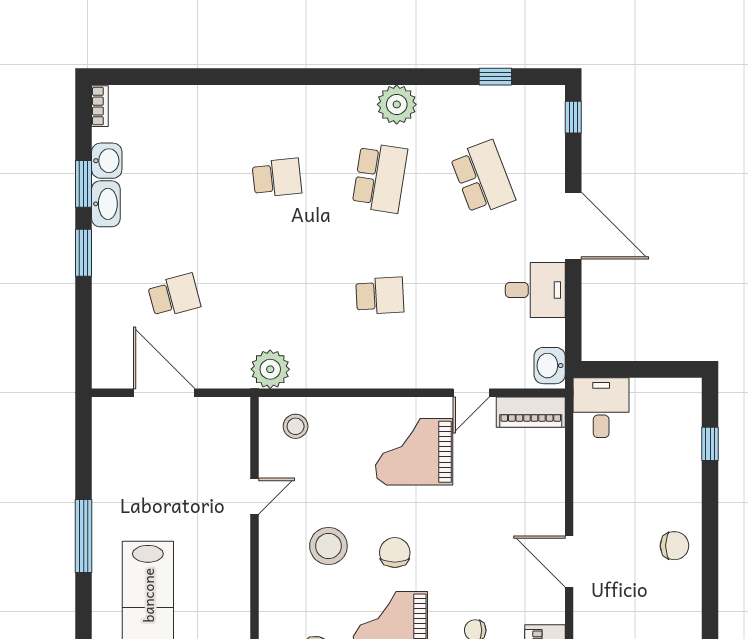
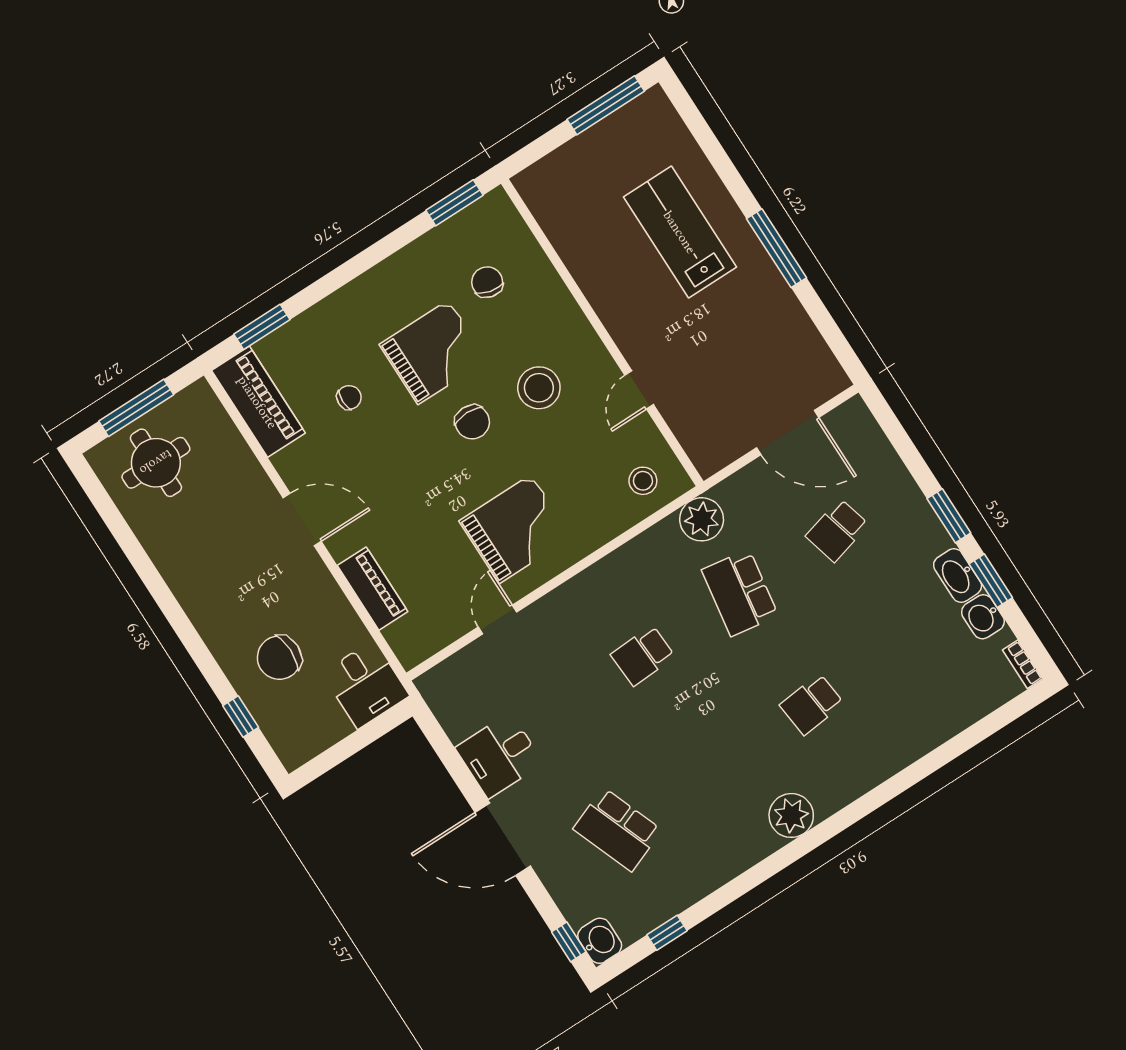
plant: (397, 104) -> (791, 815), moved
school desk: (380, 178) -> (740, 593), moved
washbasin: (550, 366) -> (600, 941), moved
piano: (531, 412) -> (373, 589), moved, turned 90
chair: (674, 546) -> (279, 658), moved, width x1.37, depth x1.37

